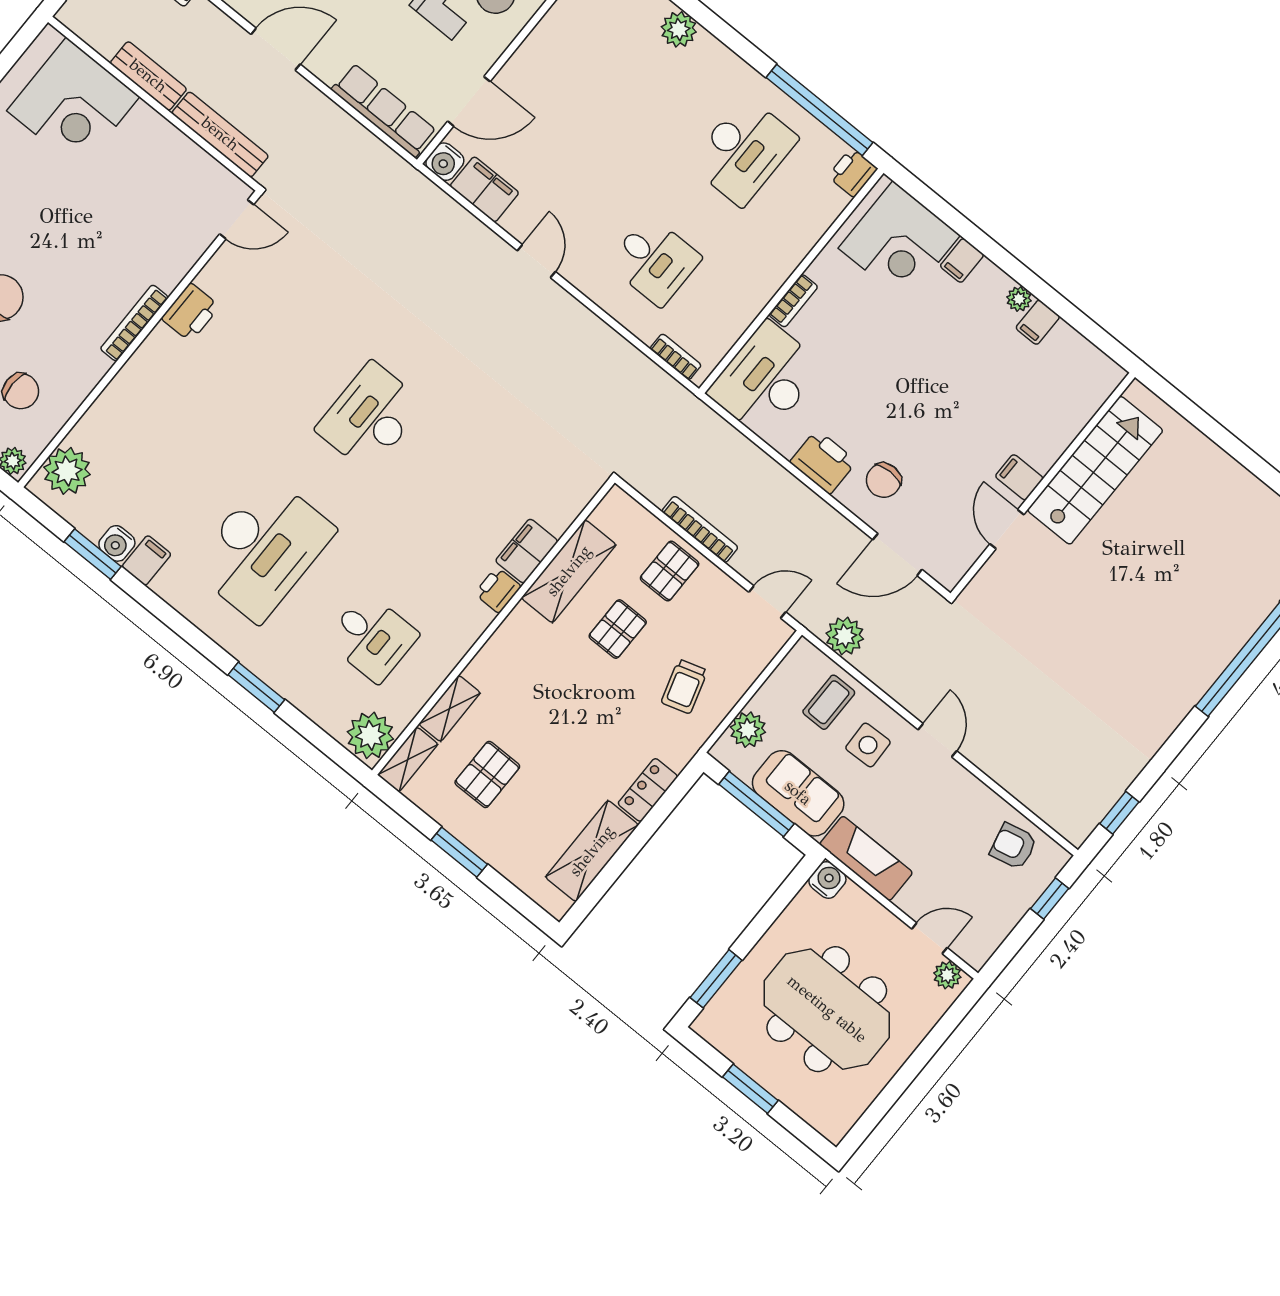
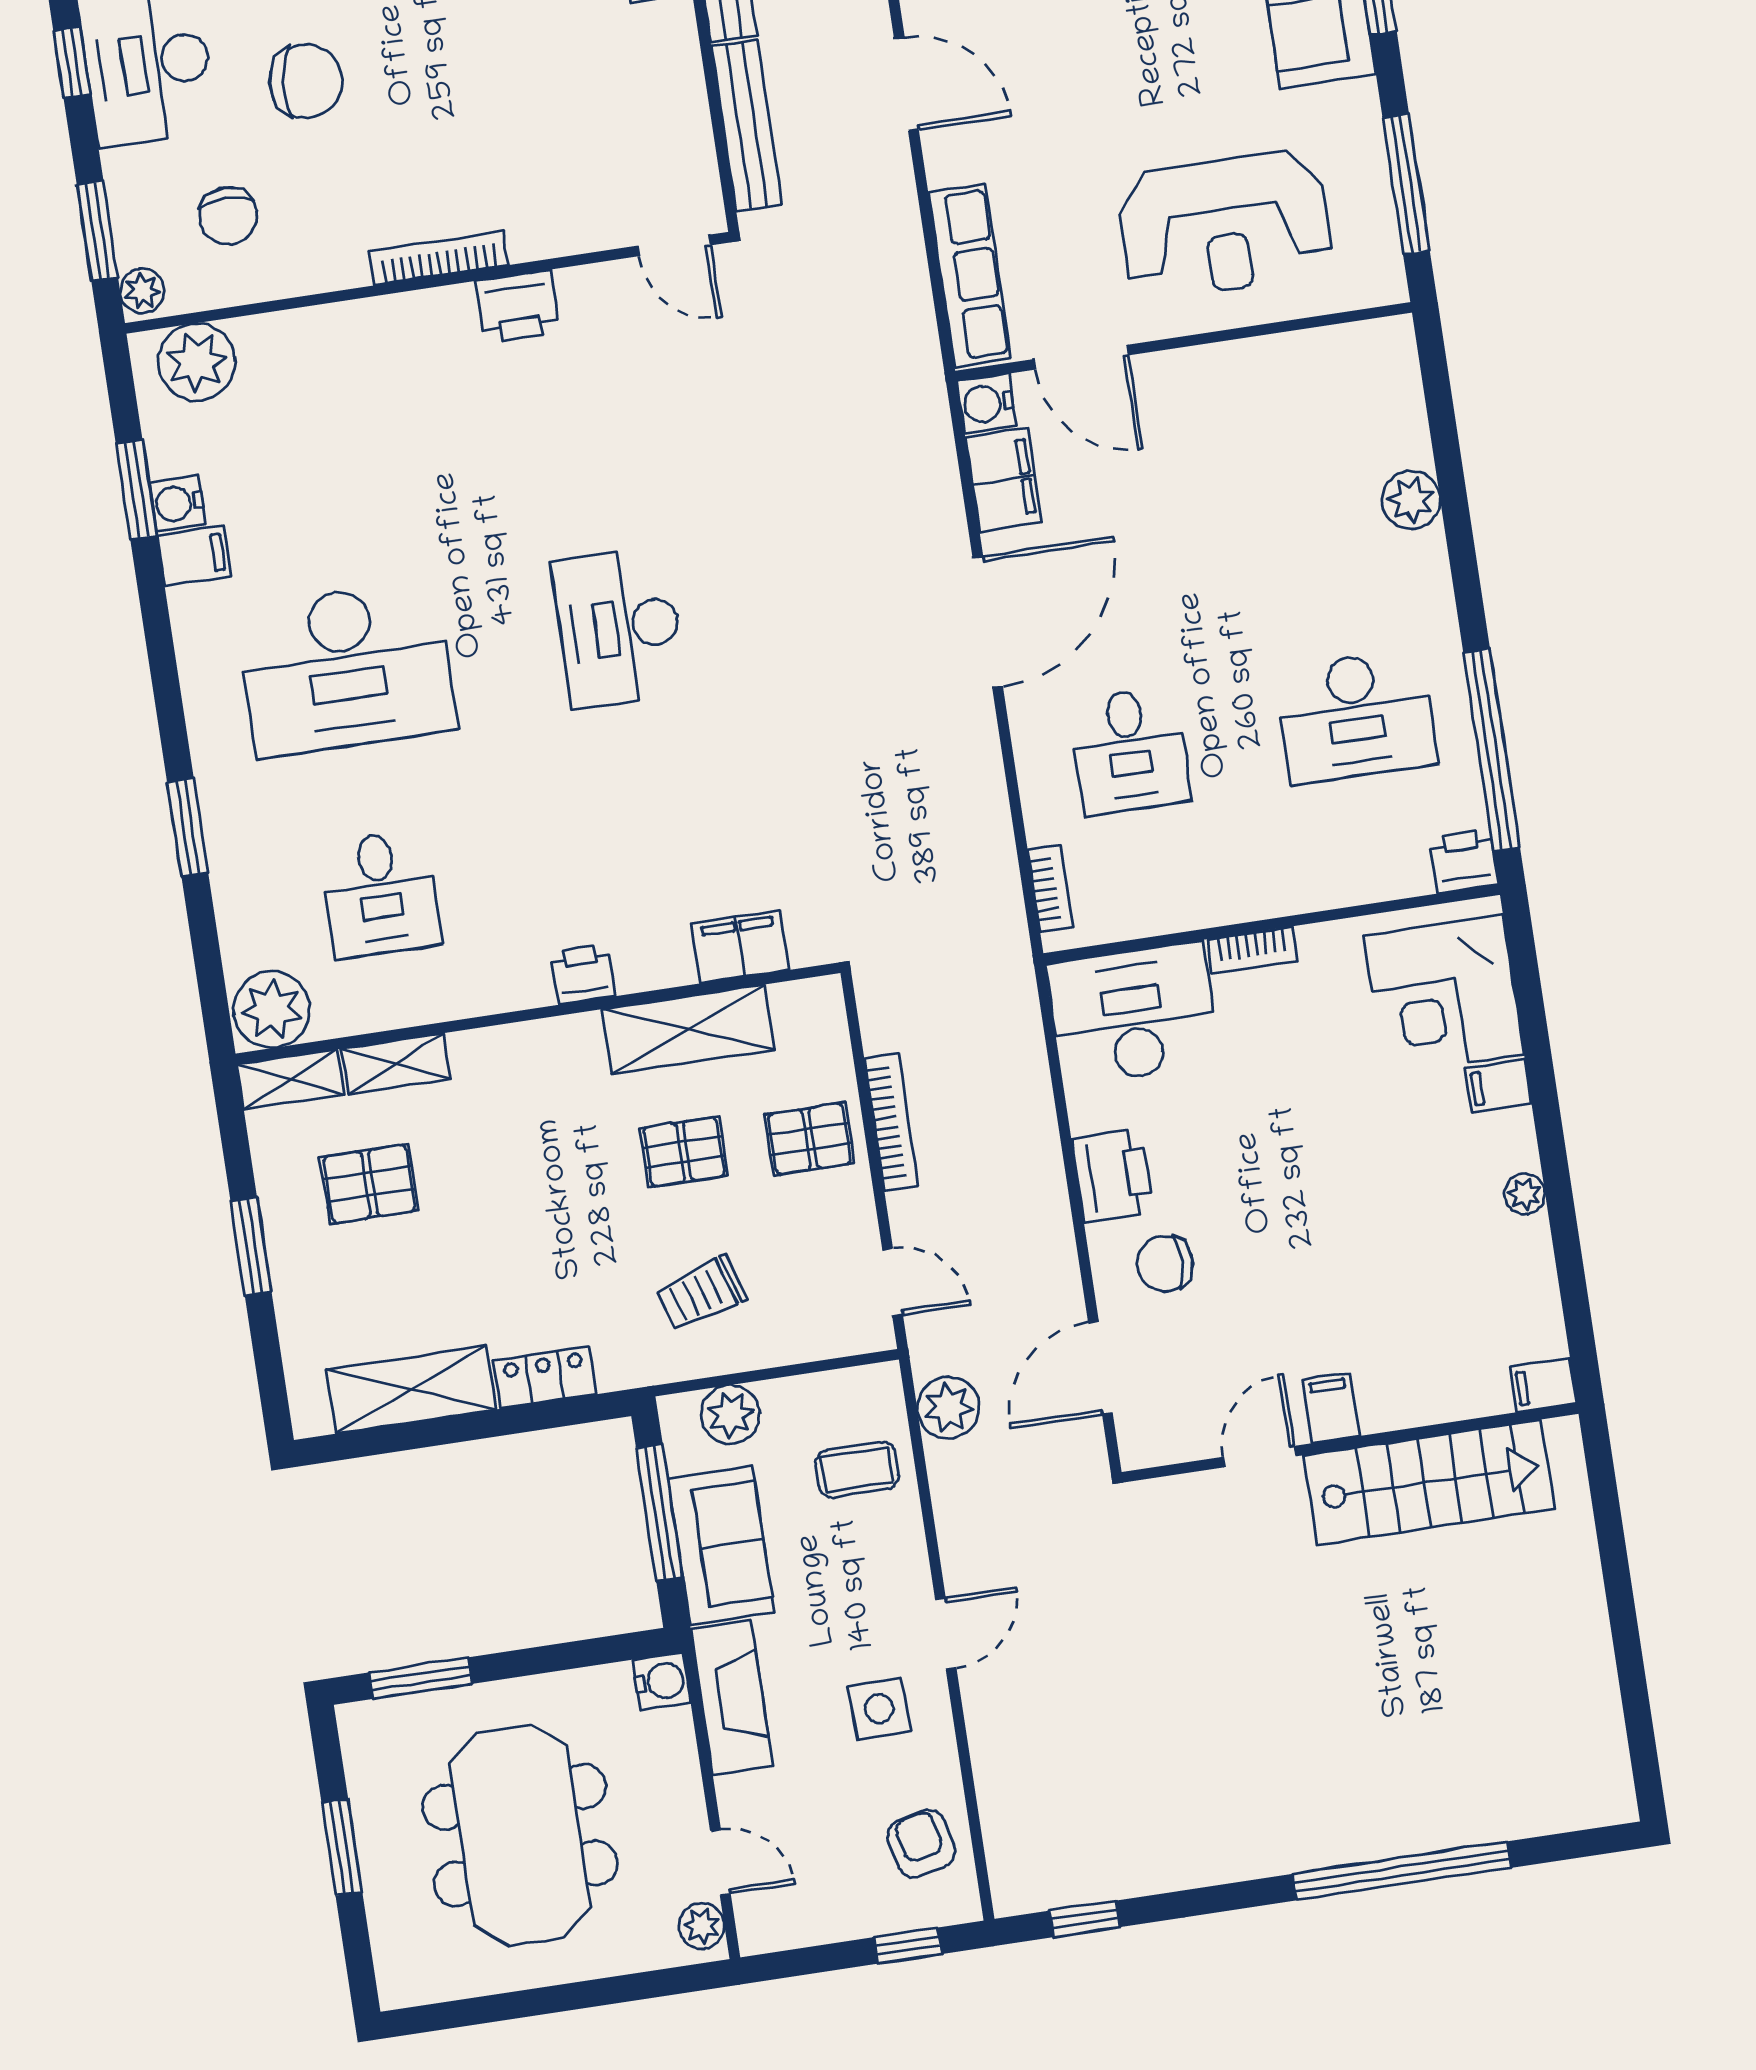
door: (536, 261) -> (988, 622), width x1.87
filing cabinet: (1038, 322) -> (1543, 1385), moved
desk: (370, 417) -> (619, 627), turned -90
filing cabinet: (527, 551) -> (740, 947), moved
door: (897, 555) -> (1100, 1368), hinge flipped
side table: (868, 745) -> (879, 1709), moved

